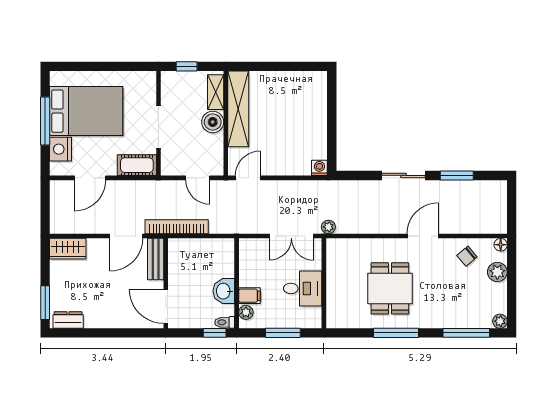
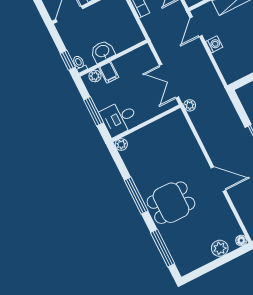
washing machine: (319, 168) -> (214, 44), moved
door: (248, 178) -> (196, 27), swing flipped
chair: (467, 256) -> (220, 220), removed
desk: (303, 288) -> (119, 118), moved, turned 90
dining table: (390, 288) -> (171, 203), moved
plant: (500, 321) -> (121, 144), moved

